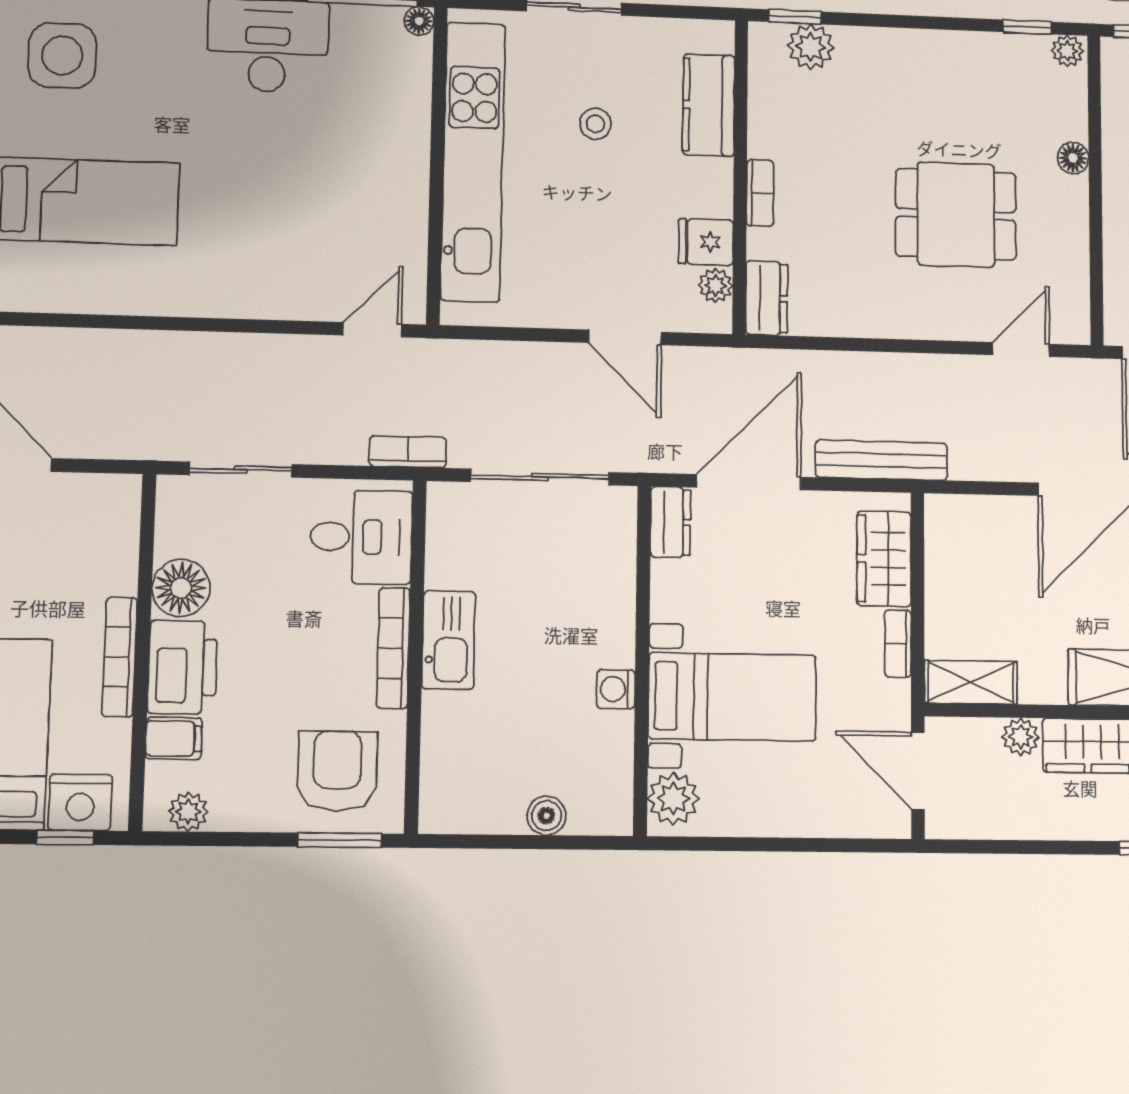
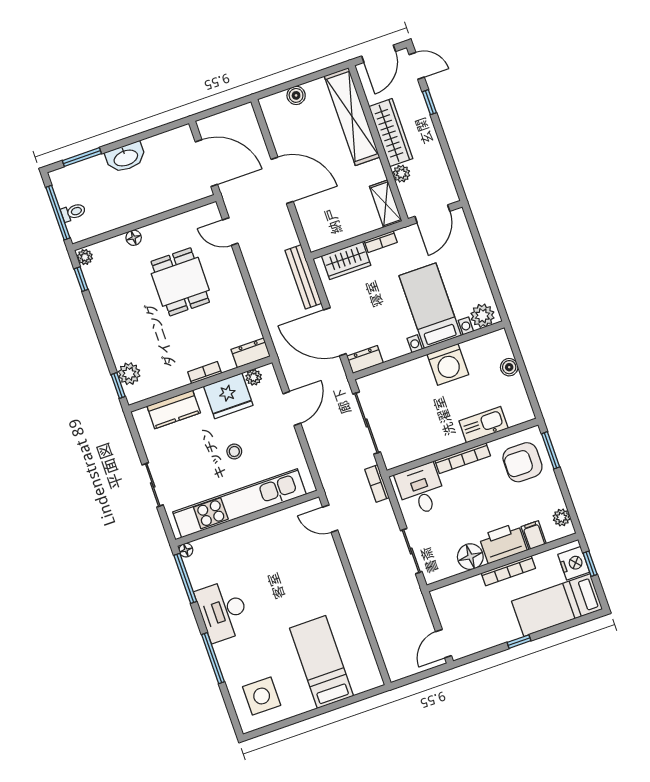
stool: (595, 124) -> (234, 452), moved
fridge: (706, 242) -> (228, 396), width x1.88, depth x1.34
kitchen sink: (449, 640) -> (484, 425), moved
washing machine: (616, 689) -> (448, 364), width x1.89, depth x1.89

